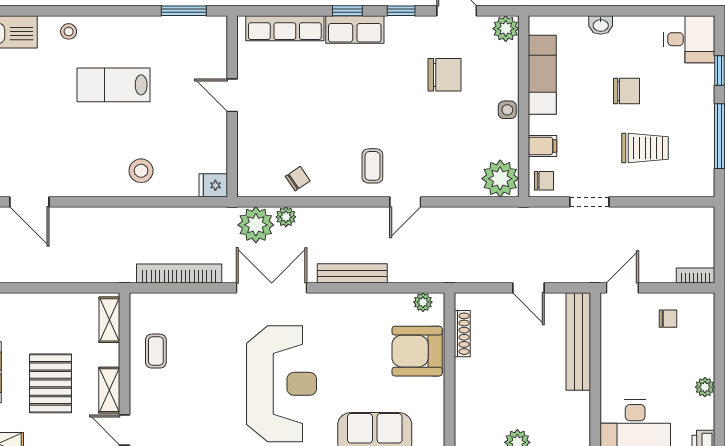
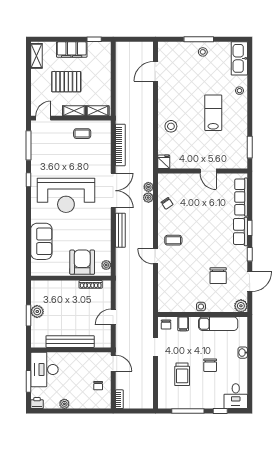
door: (232, 95) -> (208, 171), swing flipped
plant: (500, 179) -> (167, 303), removed
plant: (256, 225) -> (148, 187), width x0.53, depth x0.53
bench: (578, 342) -> (70, 342), moved
shelving: (109, 390) -> (74, 111), moved

